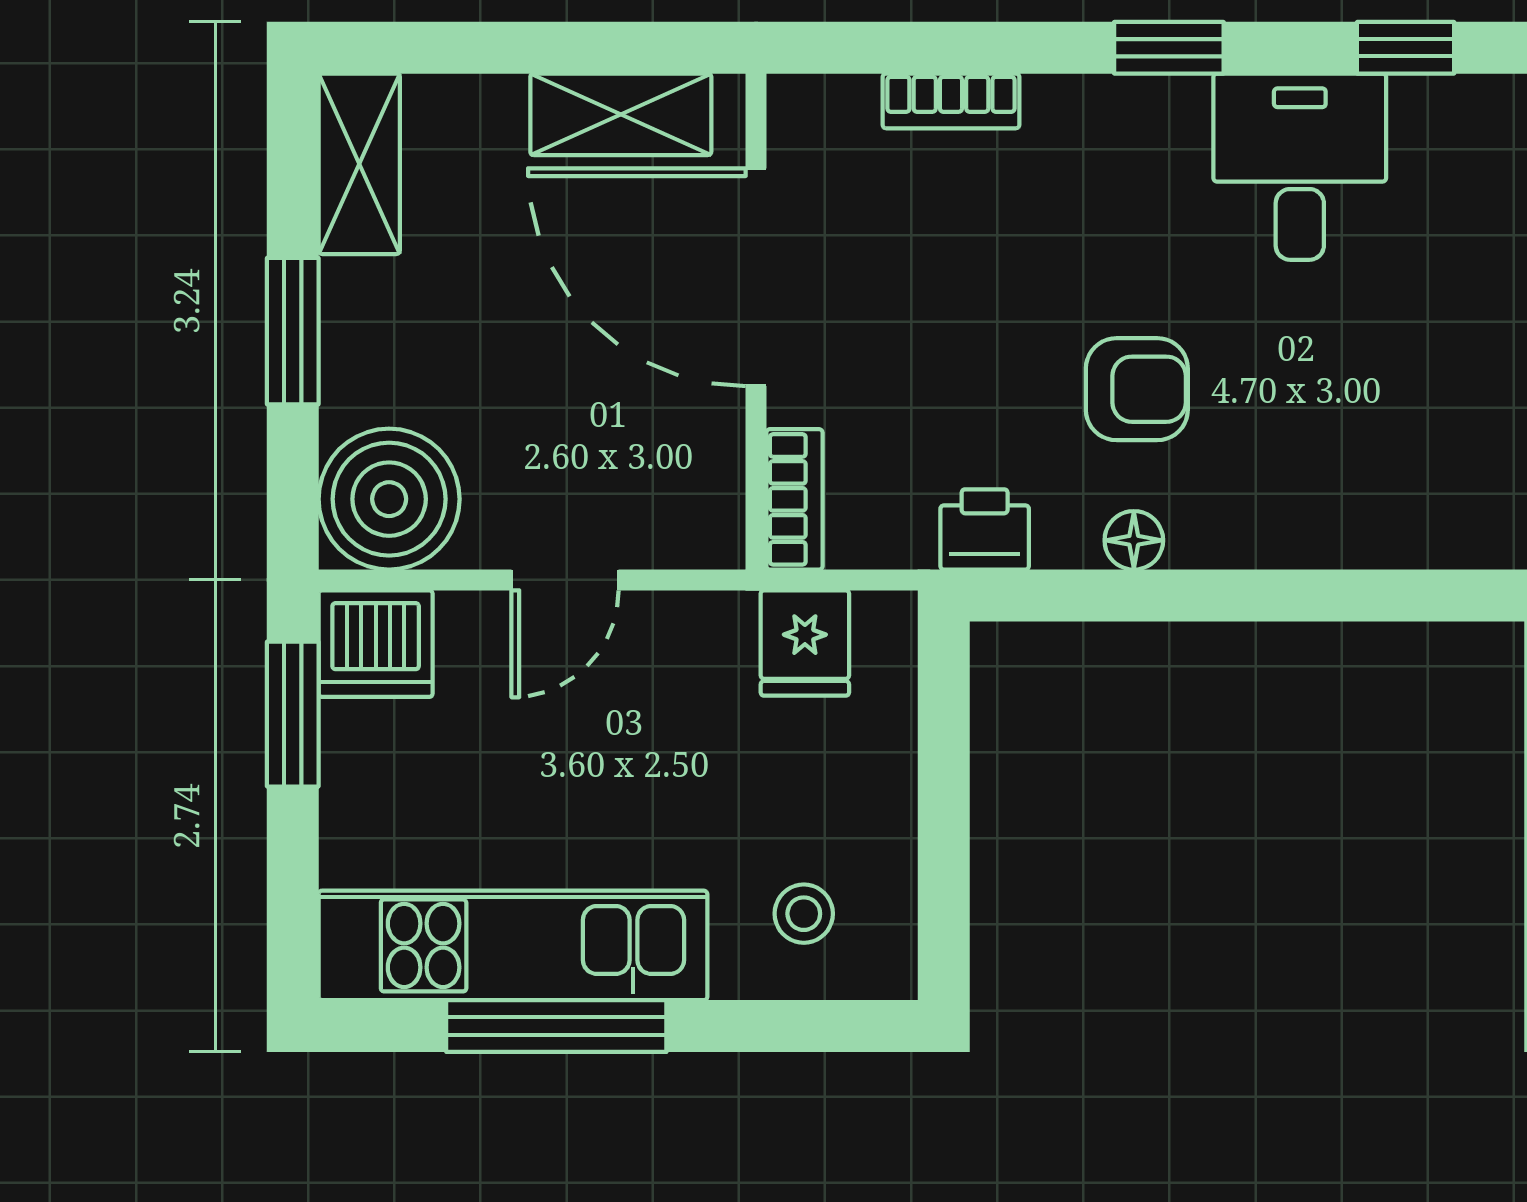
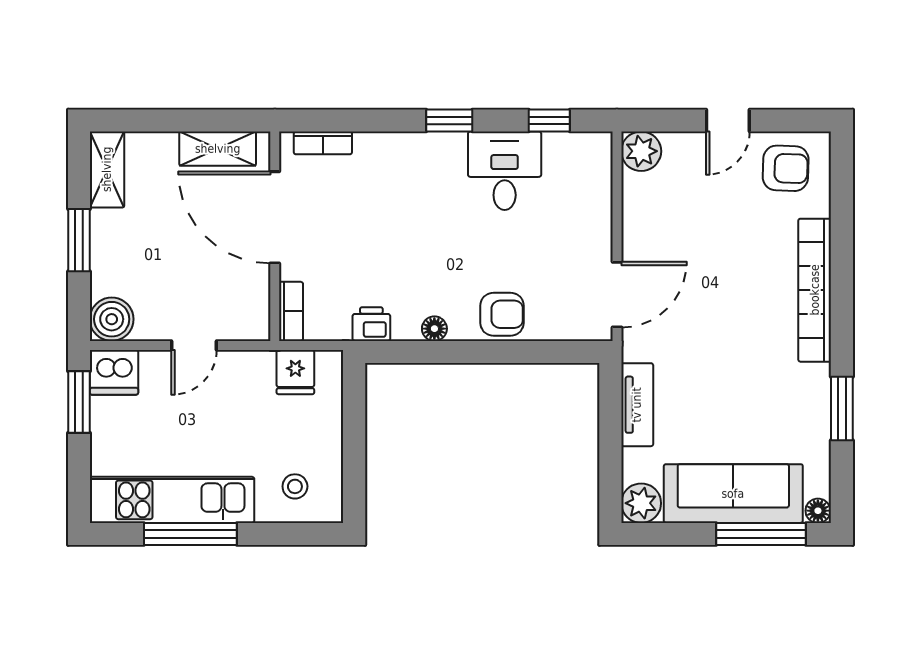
bookcase: (951, 101) -> (323, 143), moved
armchair: (1137, 389) -> (502, 314), moved
boiler: (389, 499) -> (112, 319), width x0.73, depth x0.73

